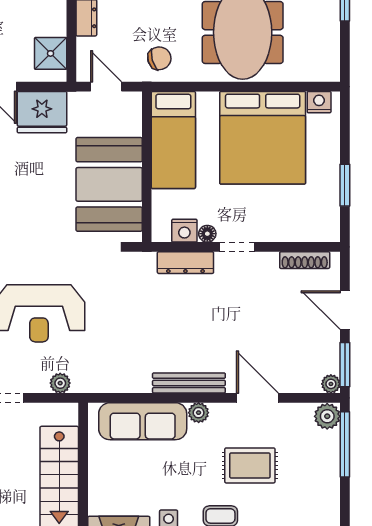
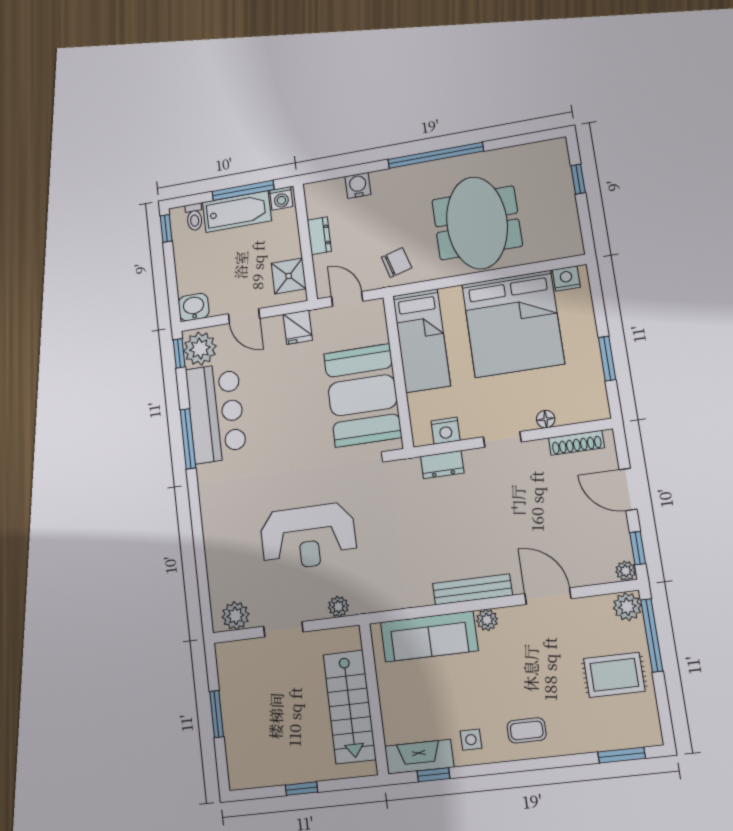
fridge: (42, 112) -> (298, 327), width x0.53, depth x0.75
floor lamp: (207, 234) -> (546, 419), moved
dresser: (185, 263) -> (442, 465), width x0.70
window: (345, 365) -> (638, 548), width x0.67
rug: (250, 465) -> (614, 675), moved

